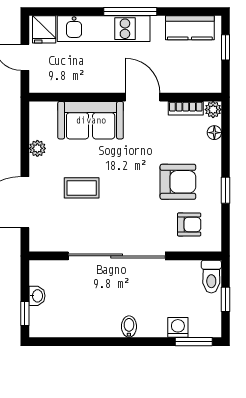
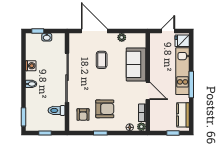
door: (143, 97) -> (148, 91), hinge flipped
armchair: (178, 182) -> (105, 109), turned -90
toilet: (211, 277) -> (57, 110), moved
washing machine: (178, 327) -> (31, 66), moved

